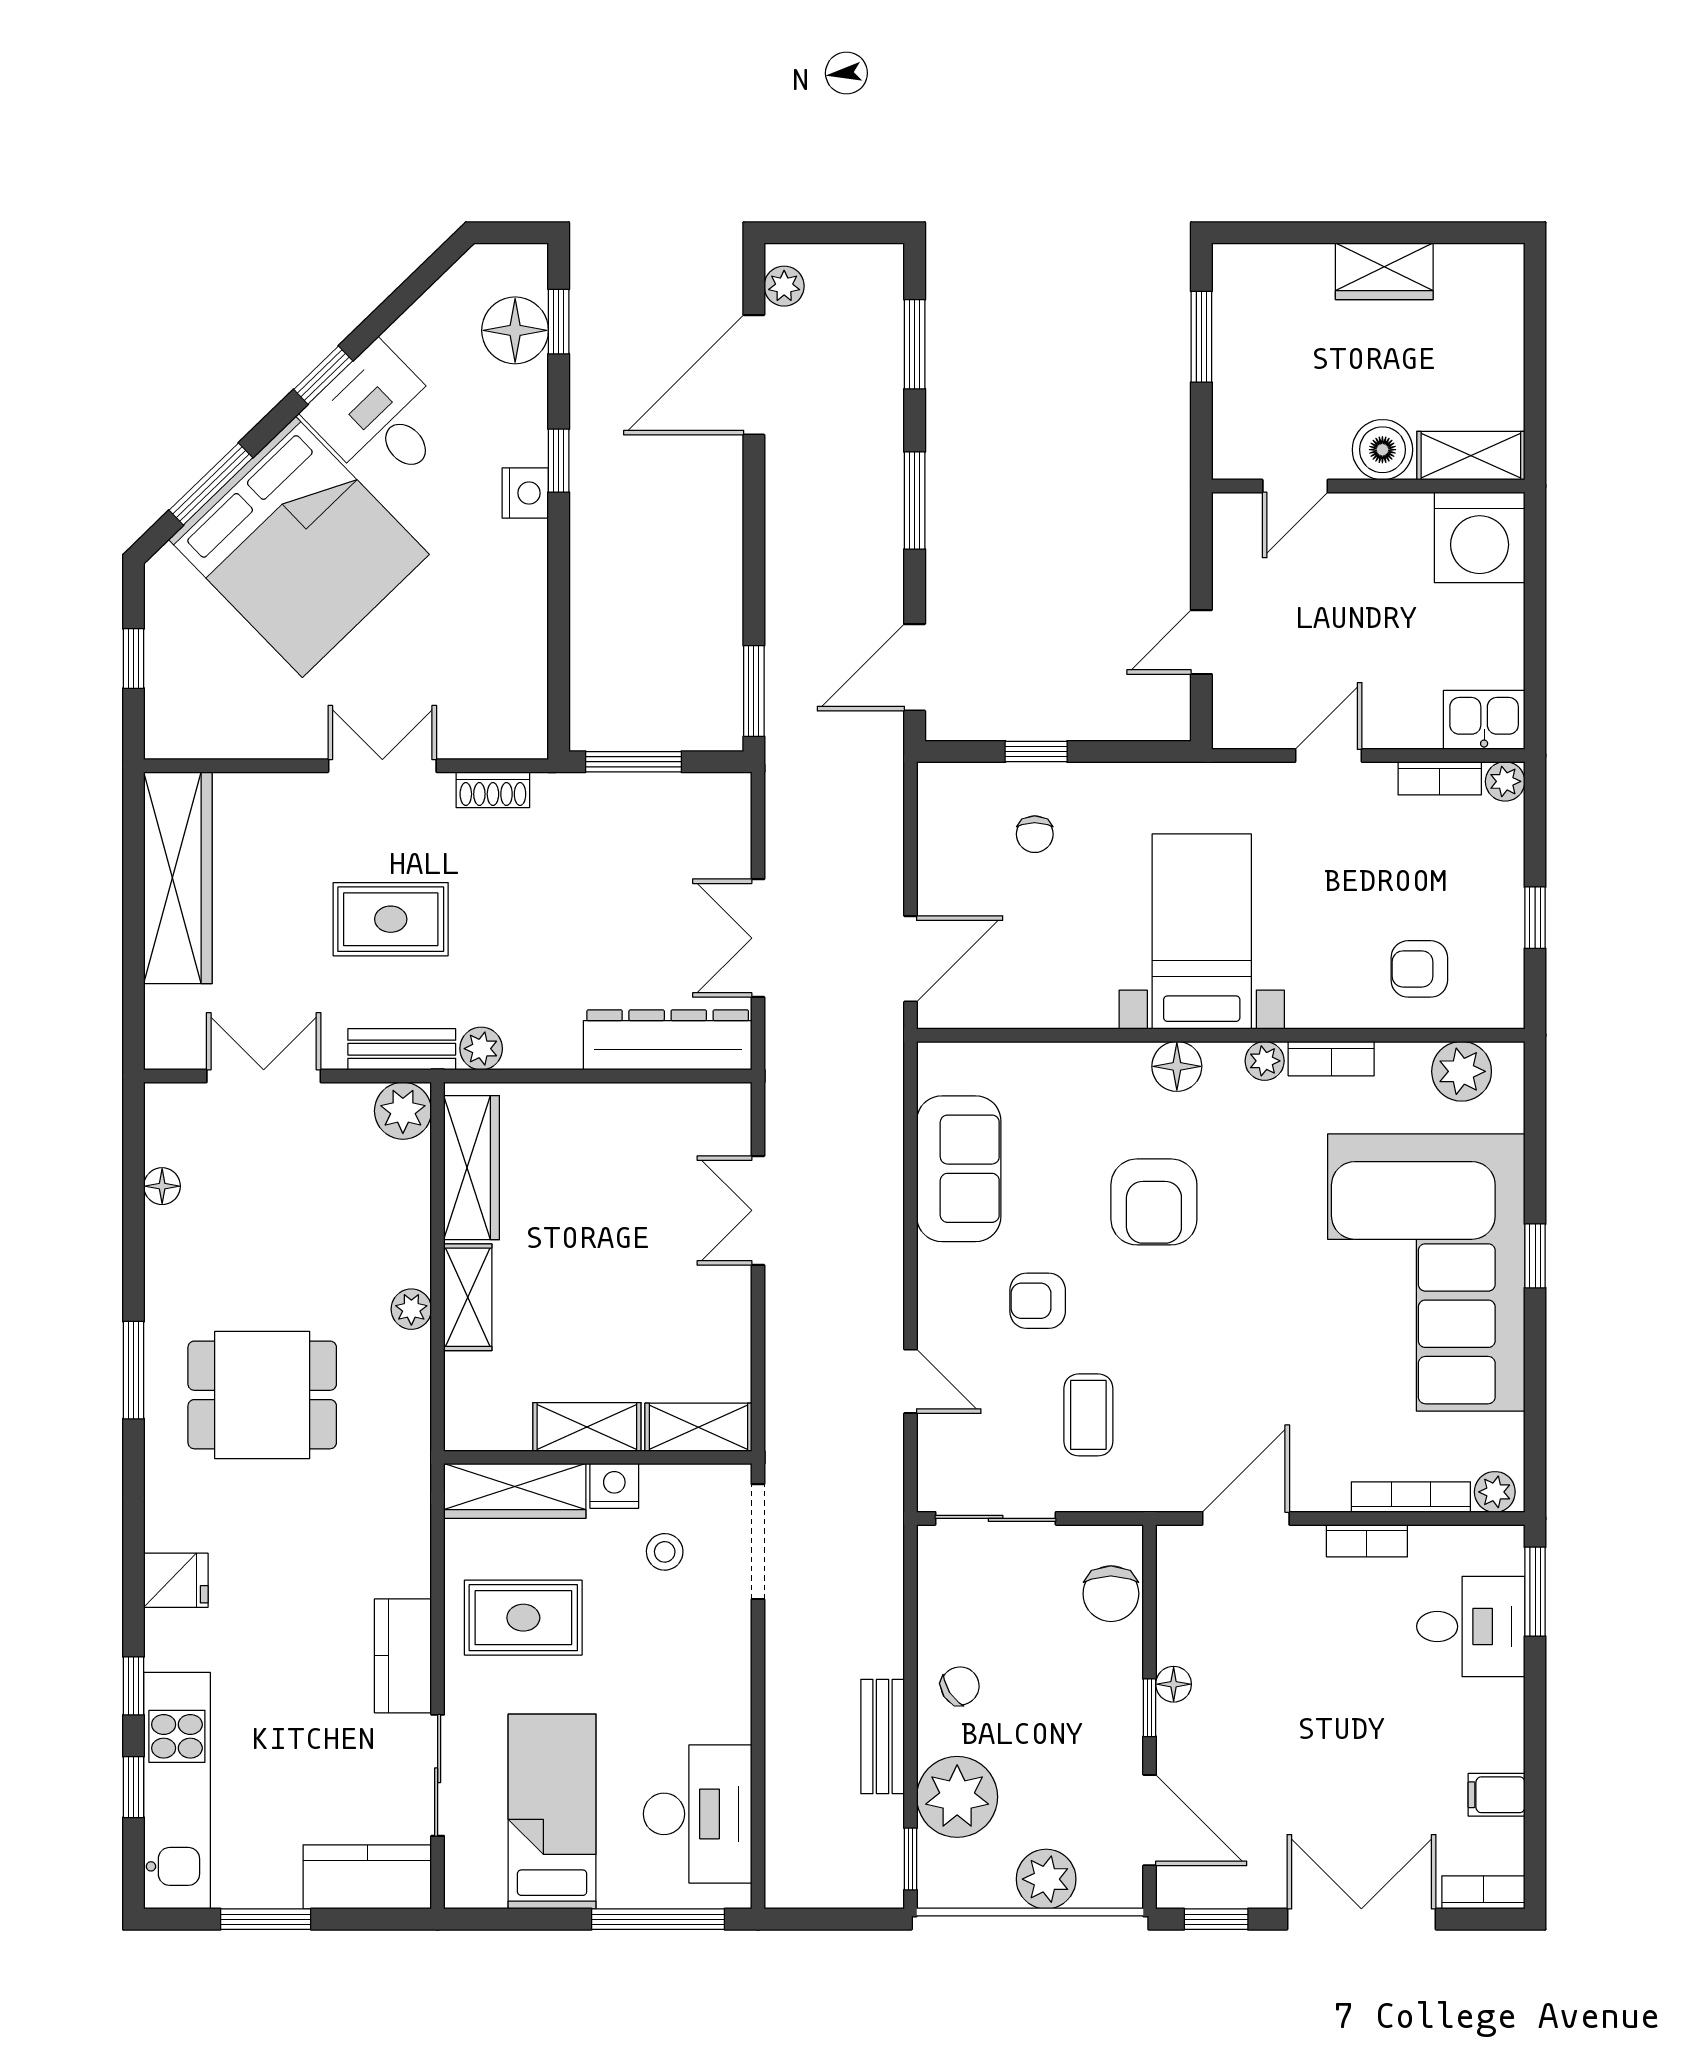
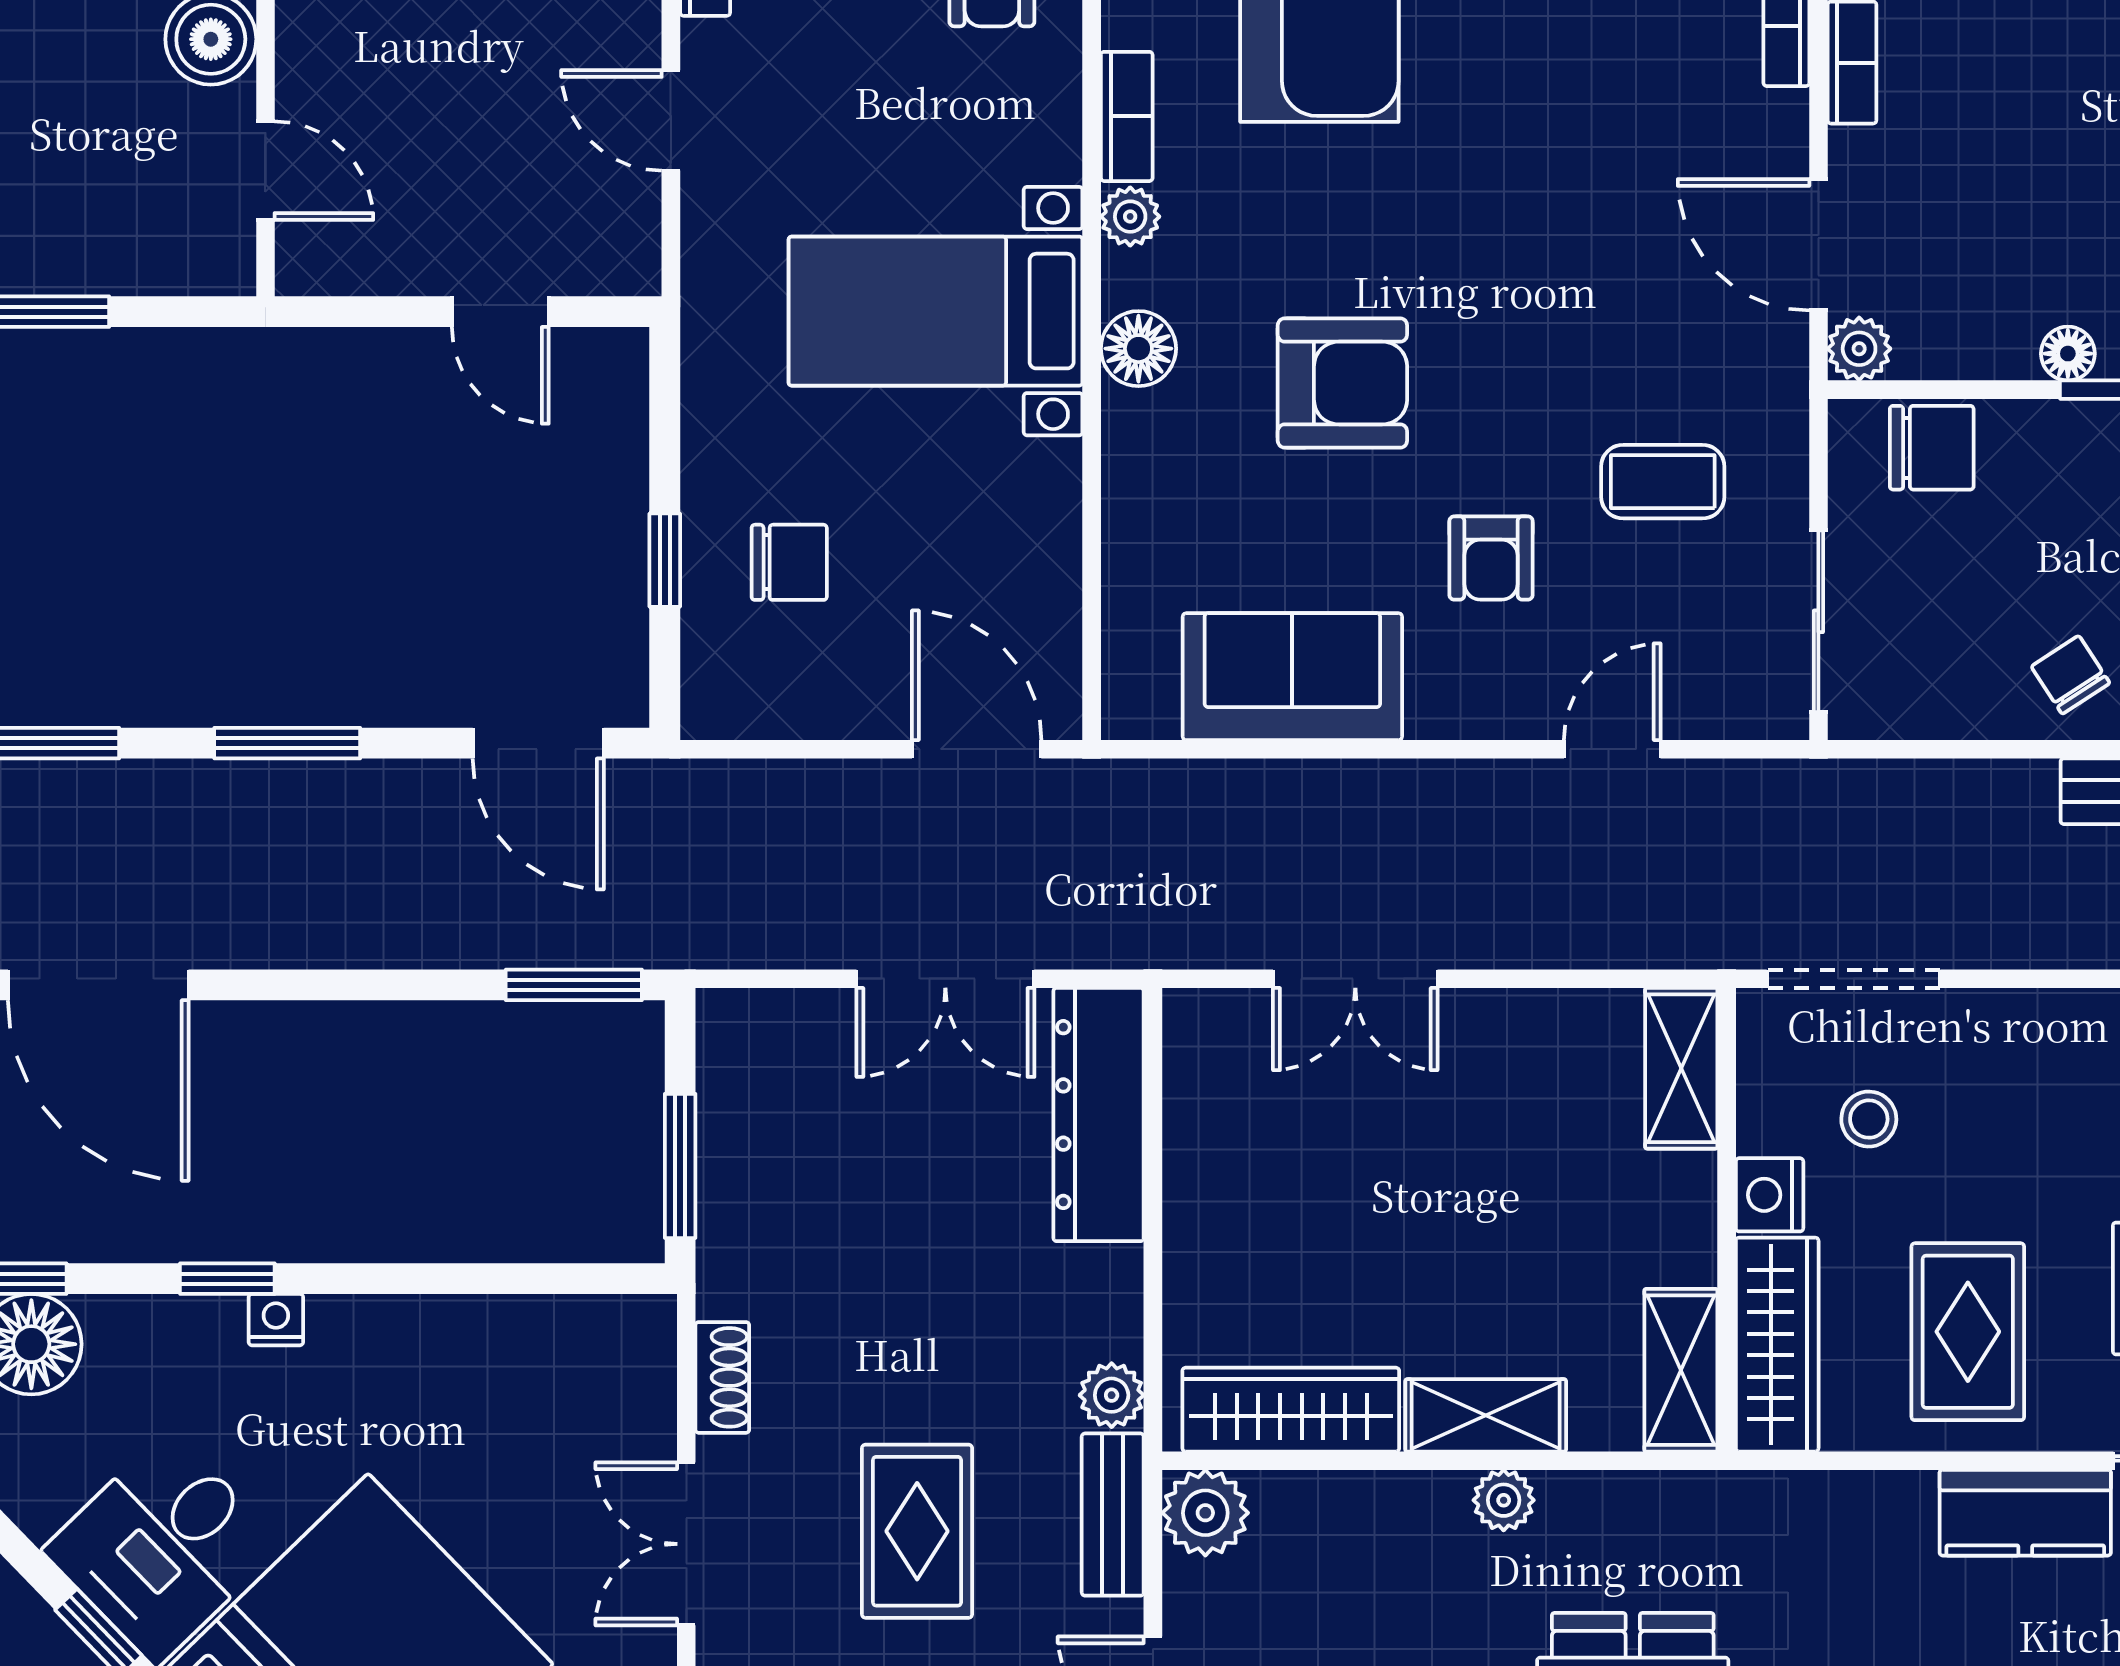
nightstand: (525, 493) -> (276, 1320), width x0.72, depth x0.74
chair: (1035, 834) -> (789, 562), width x1.37, depth x1.37
shelving: (587, 1427) -> (1681, 1370), moved
plant: (1177, 1545) -> (1859, 349), added

